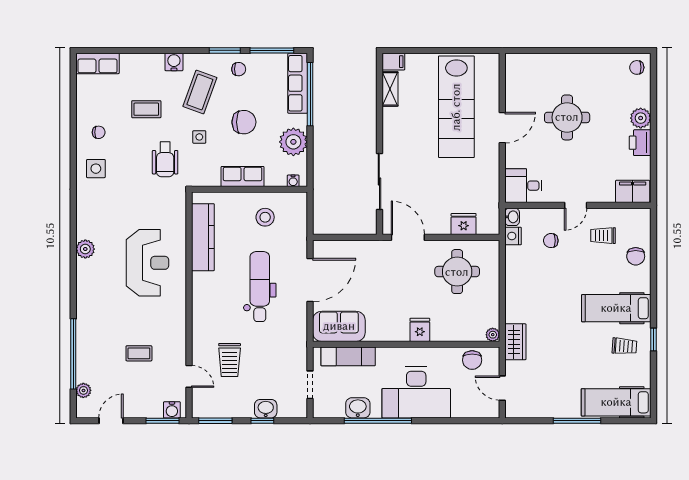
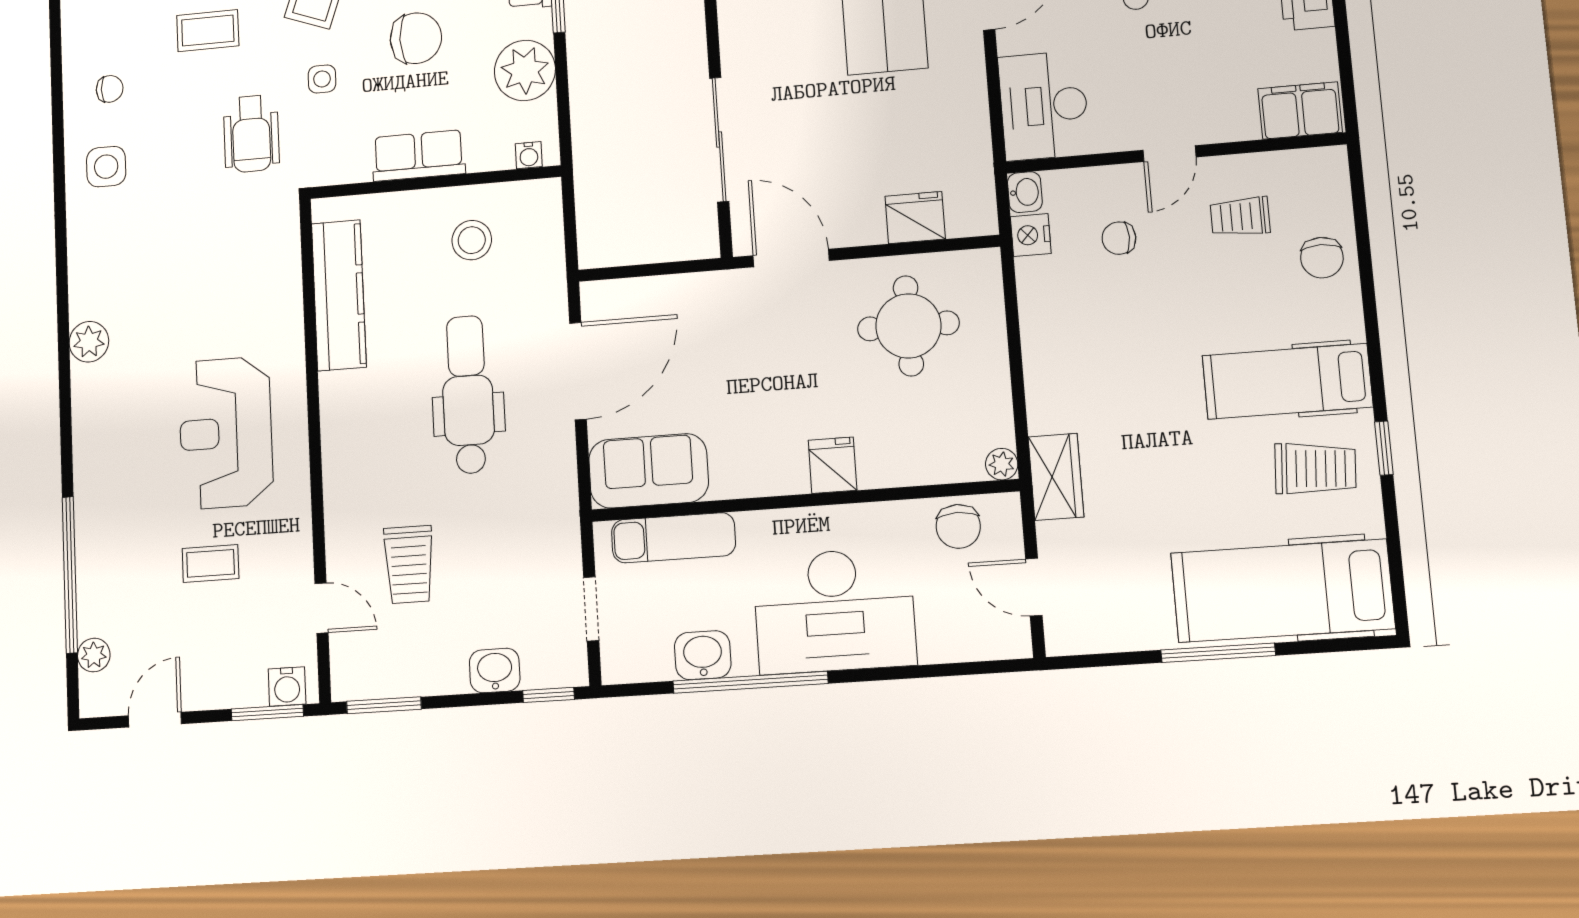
desk: (523, 186) -> (1044, 106), width x1.37
reception desk: (147, 263) -> (226, 433), moved, turned 180
trolley: (624, 346) -> (1315, 469), width x1.36, depth x1.39
hospital bed: (616, 402) -> (1282, 591), width x1.37, depth x1.29
window: (262, 421) -> (548, 695), moved

